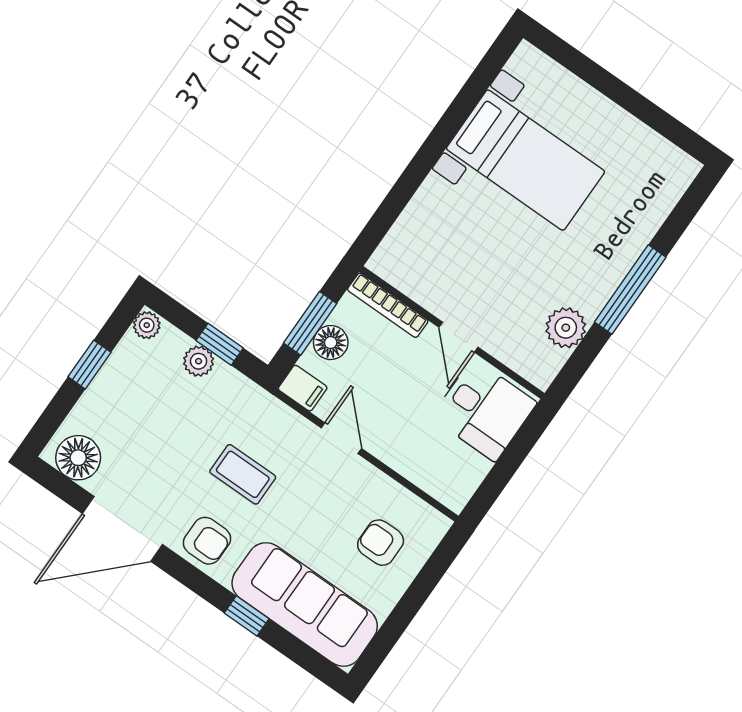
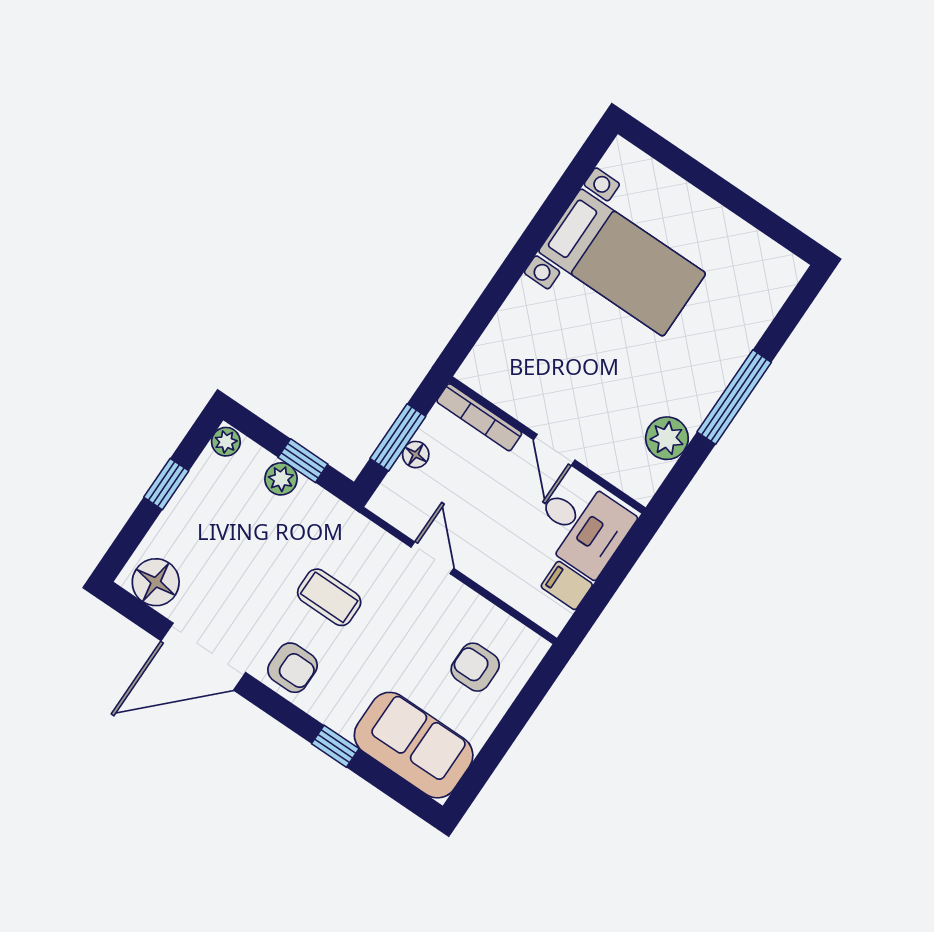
floor lamp: (331, 343) -> (416, 455), width x0.73, depth x0.73
filing cabinet: (303, 388) -> (567, 585), moved, turned 180
sofa: (305, 604) -> (414, 745), width x0.73

